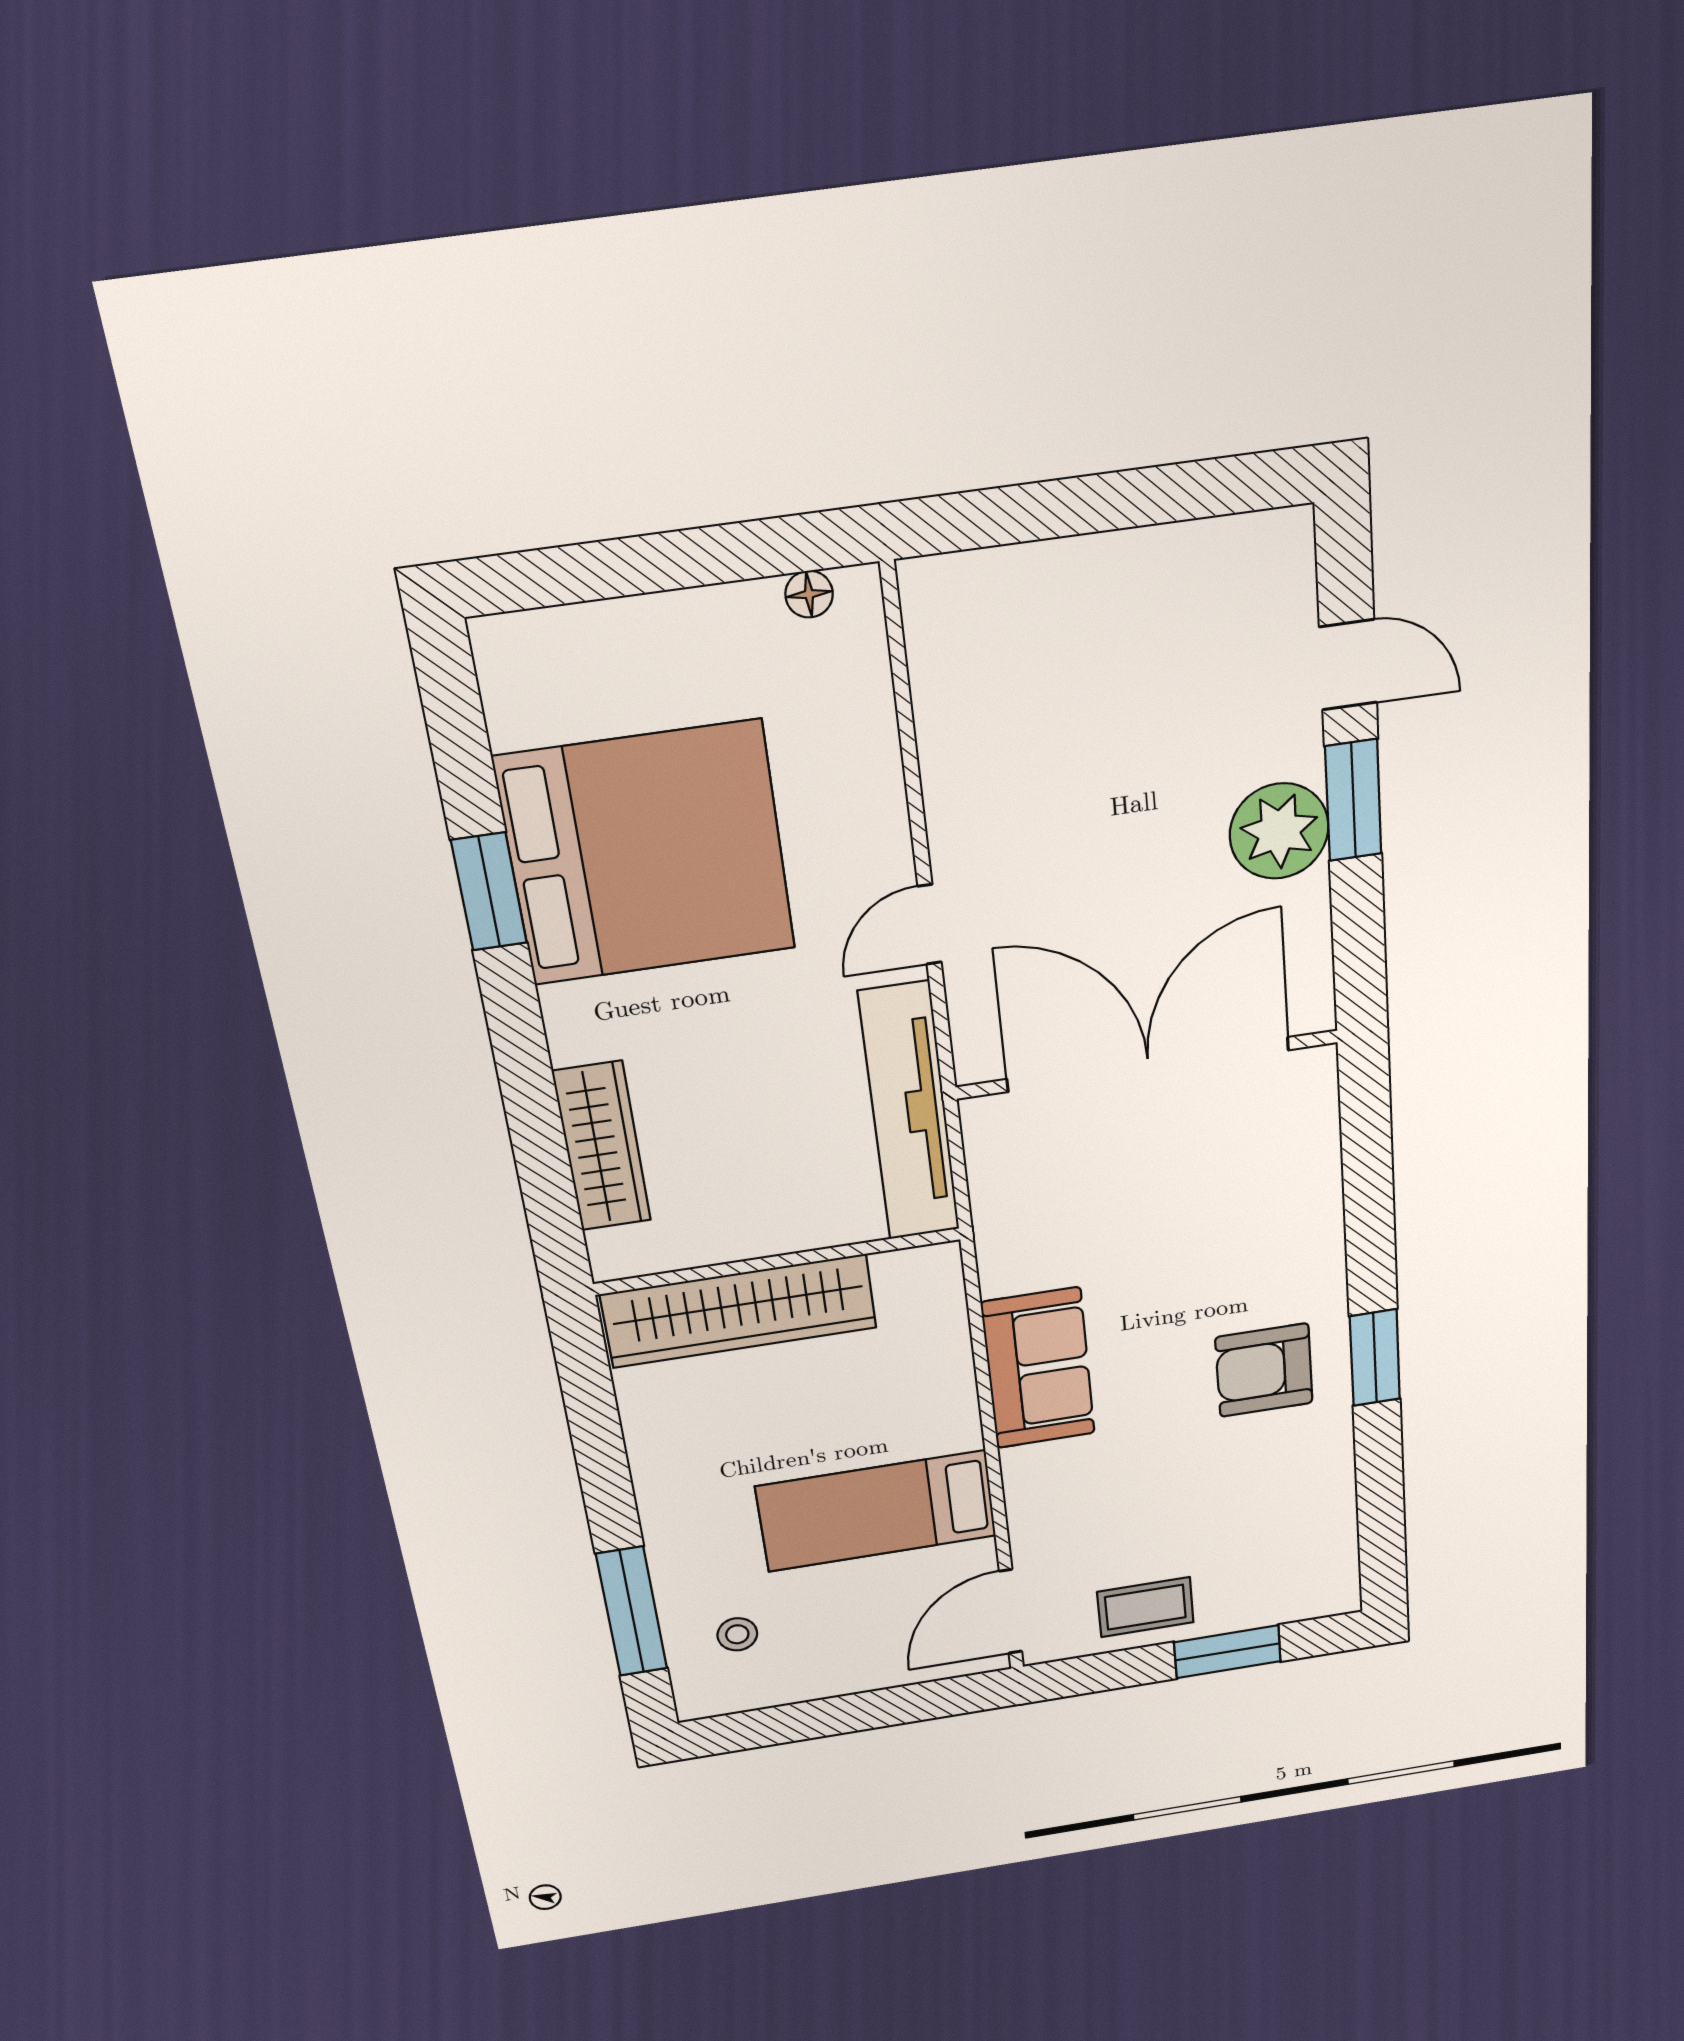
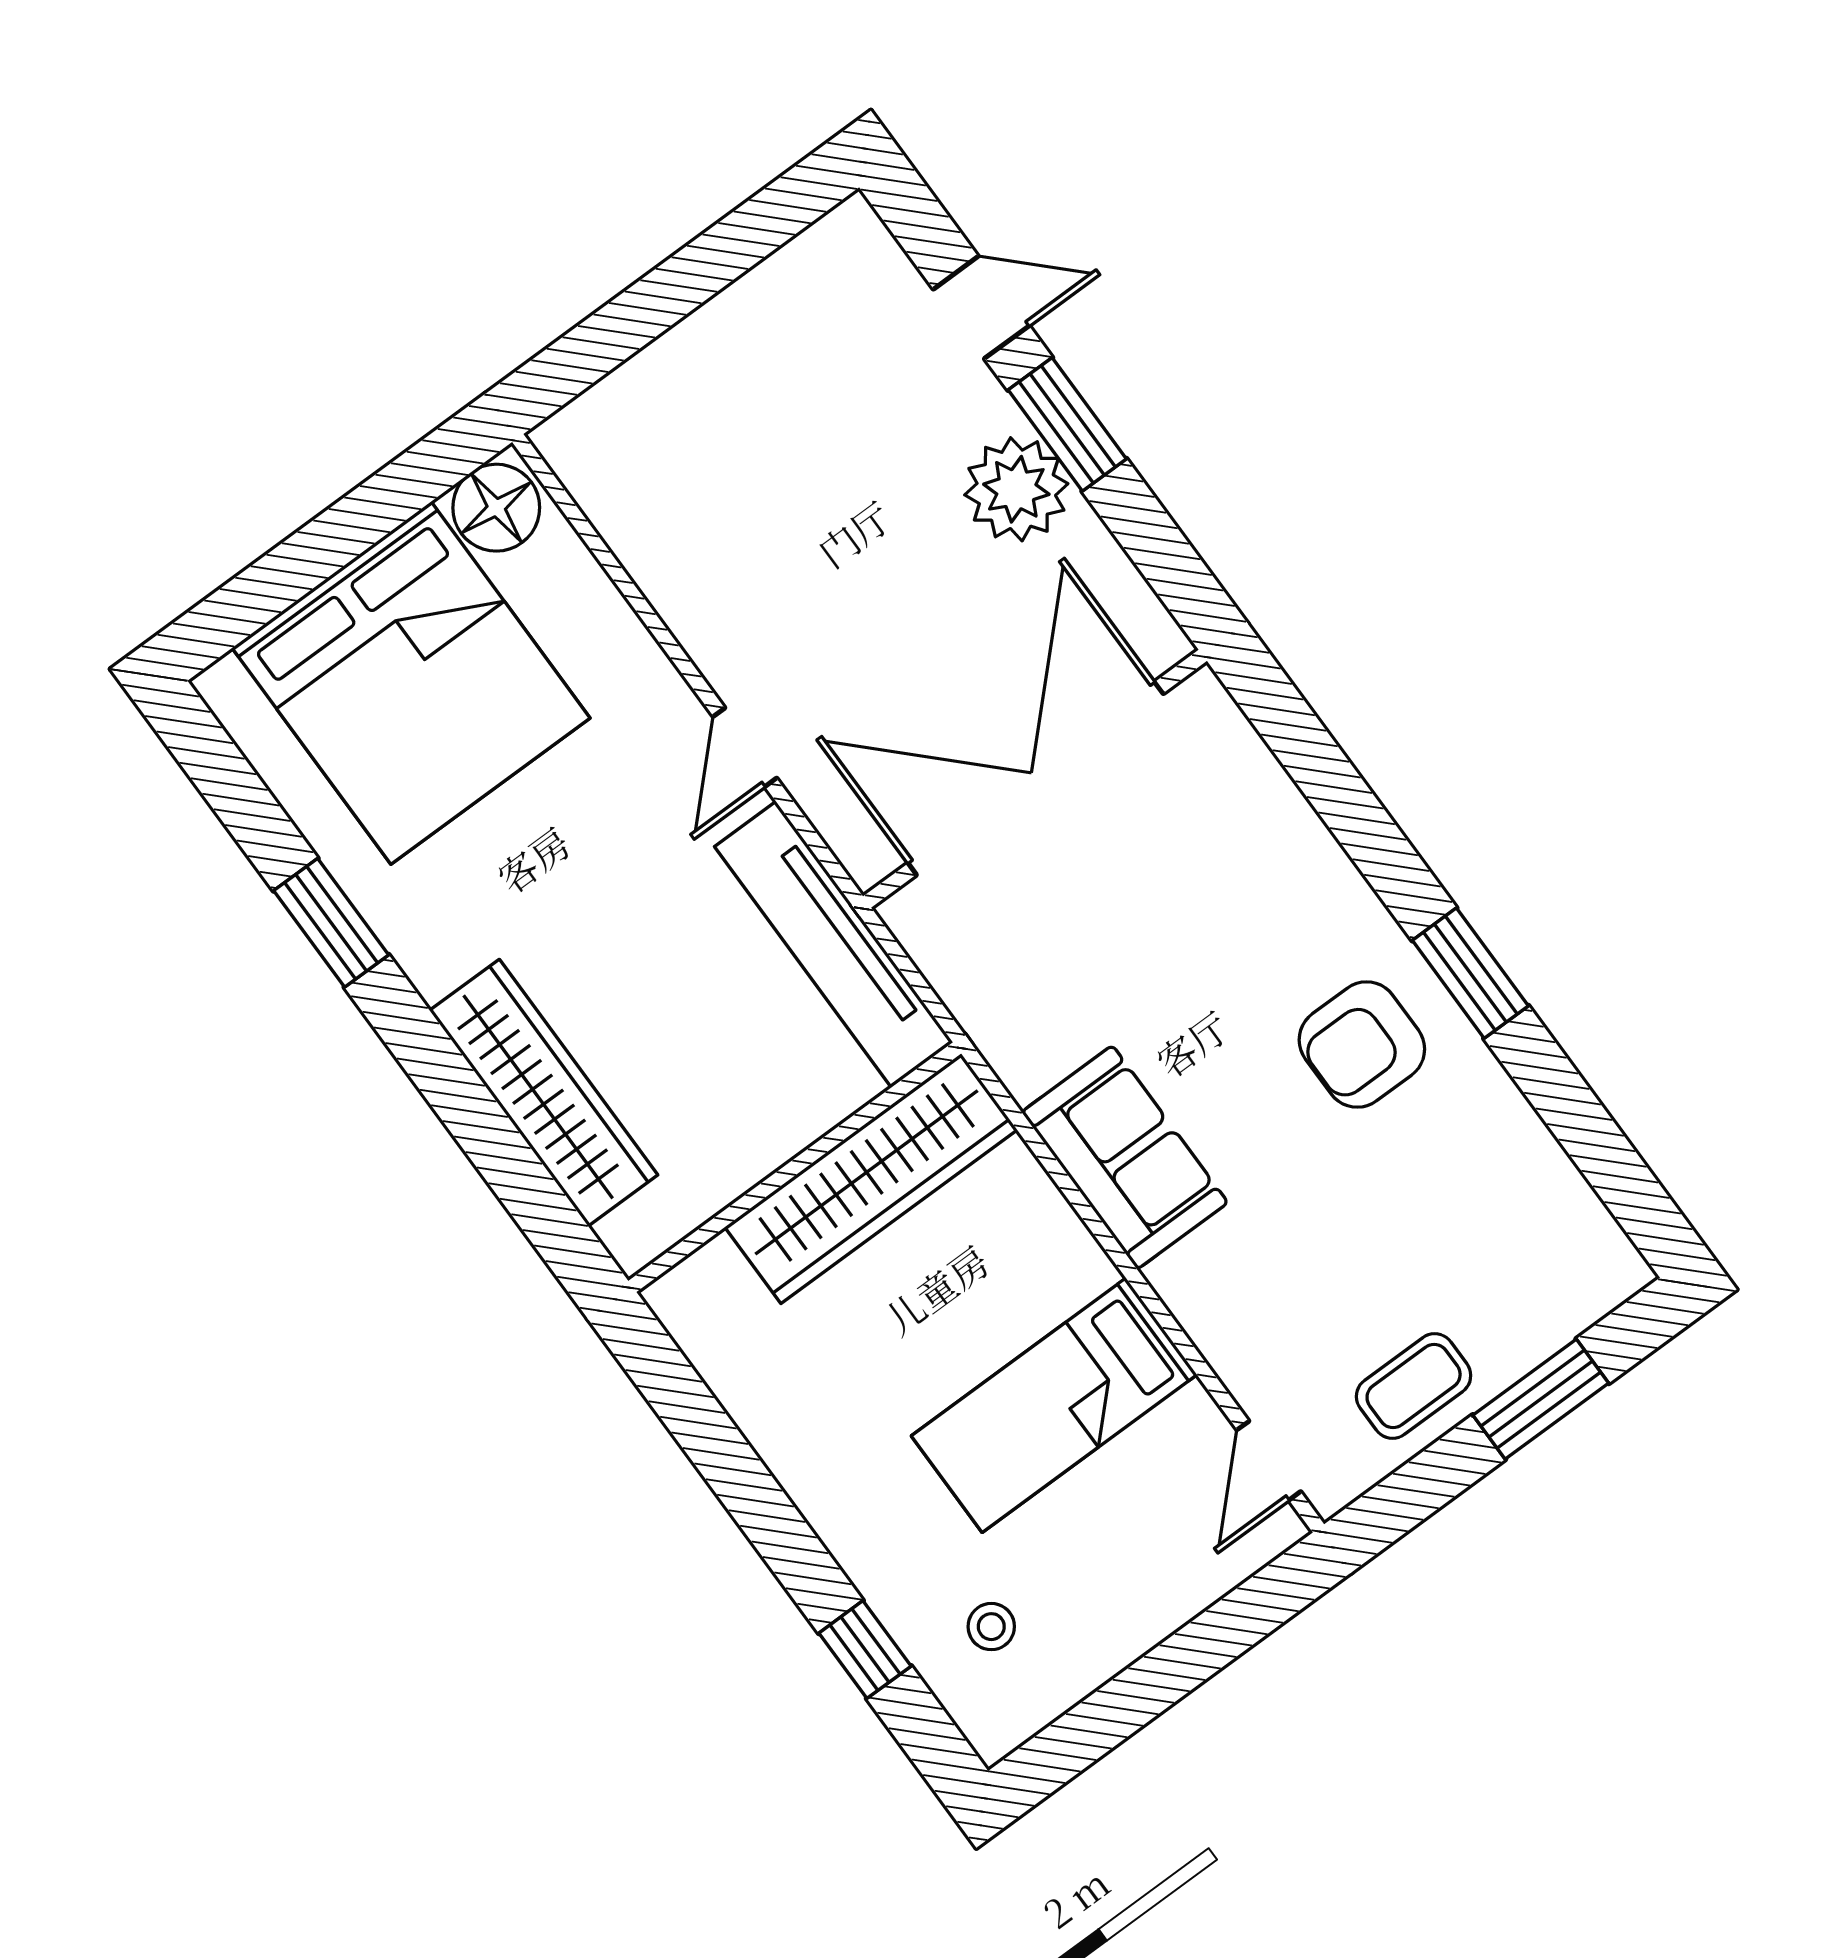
floor lamp: (809, 594) -> (496, 508), width x1.89, depth x1.89
bed: (646, 854) -> (411, 683), moved, turned 90
wardrobe: (602, 1146) -> (544, 1093), width x1.40, depth x1.17
wardrobe: (739, 1311) -> (871, 1179), moved
window: (632, 1611) -> (865, 1650), width x0.46
door: (1011, 1611) -> (1269, 1461), width x0.73

